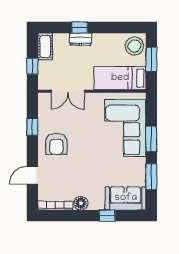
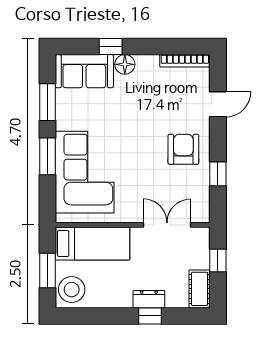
floor lamp: (81, 203) -> (125, 64), moved

